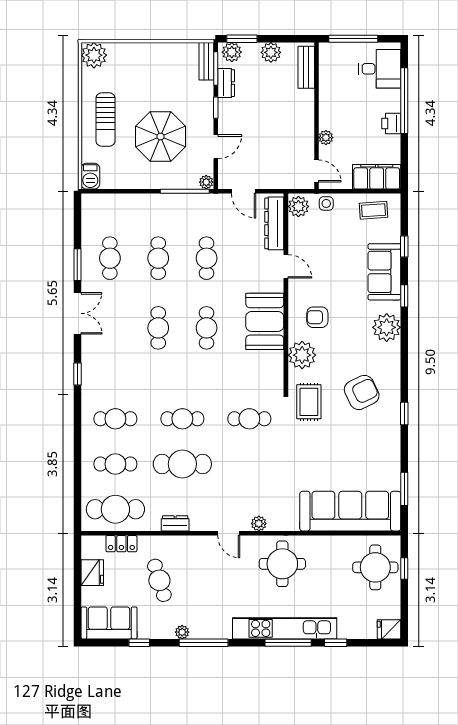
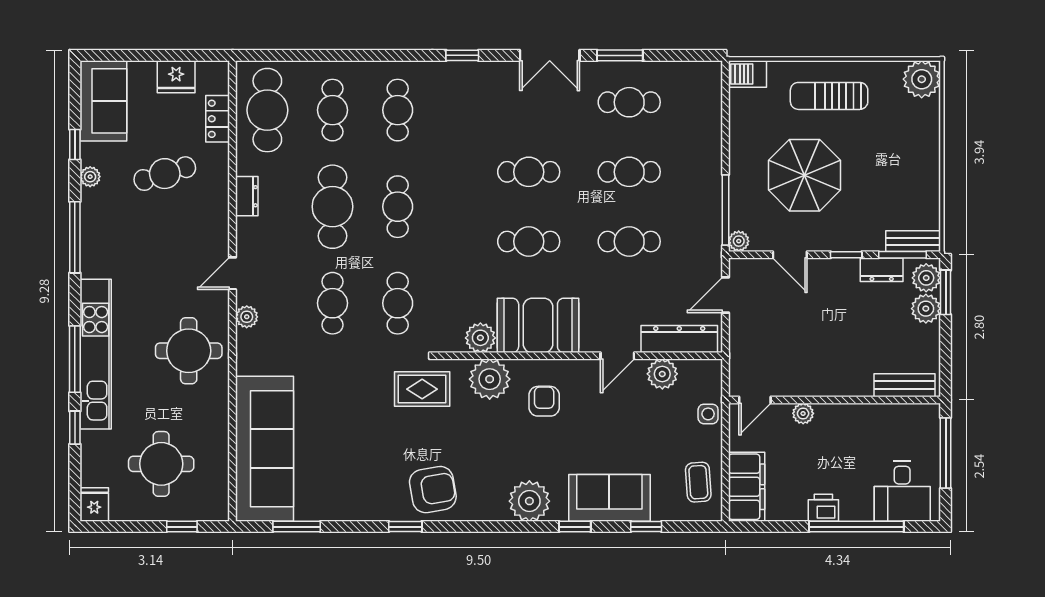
plant: (271, 52) -> (926, 309), moved
plant: (298, 206) -> (662, 374), moved
plant: (273, 361) -> (480, 338), added
armchair: (362, 392) -> (433, 490), moved, turned -74
cafe table: (249, 464) -> (332, 303), added
round table: (375, 567) -> (161, 464), moved
plant: (182, 632) -> (90, 177), moved

